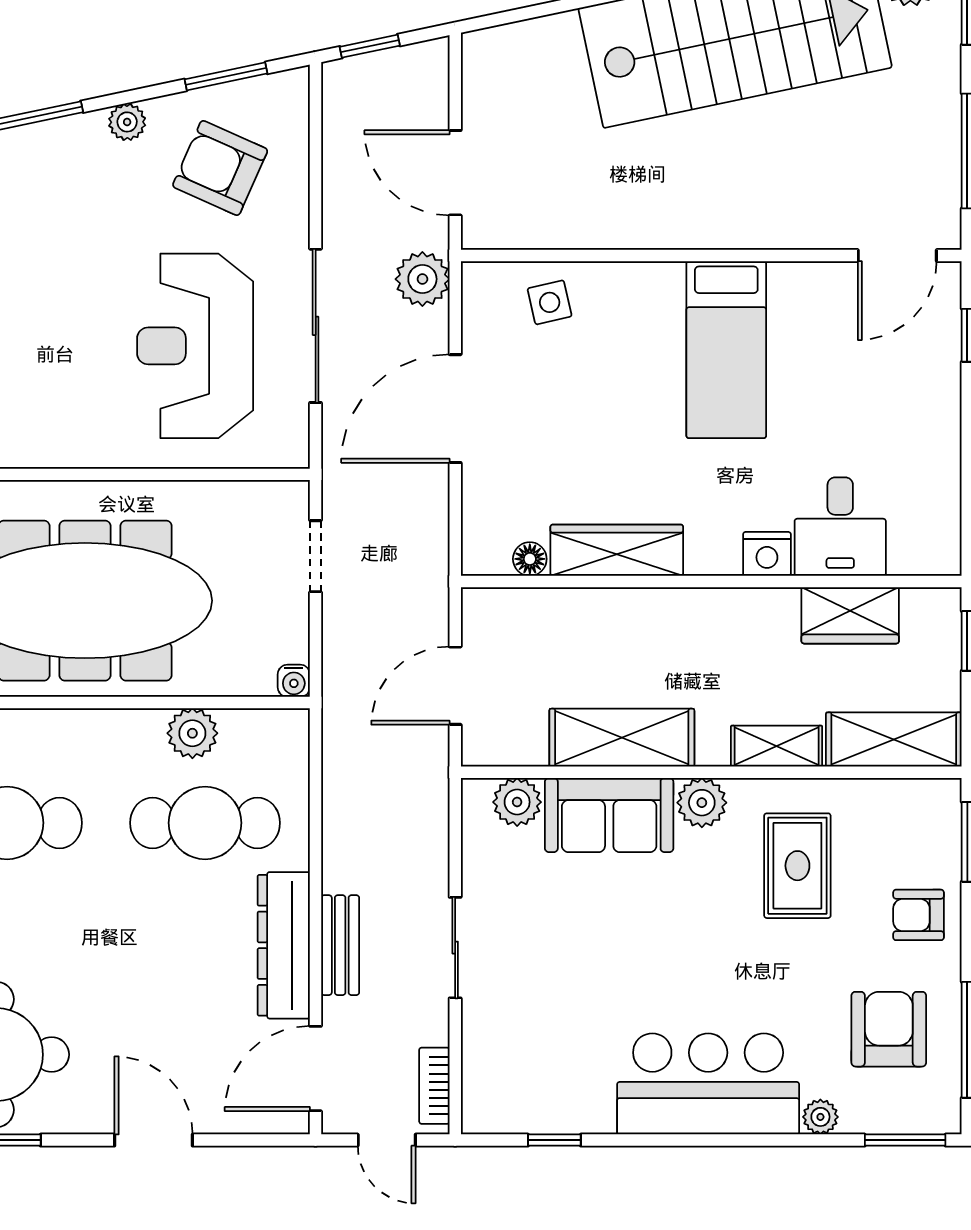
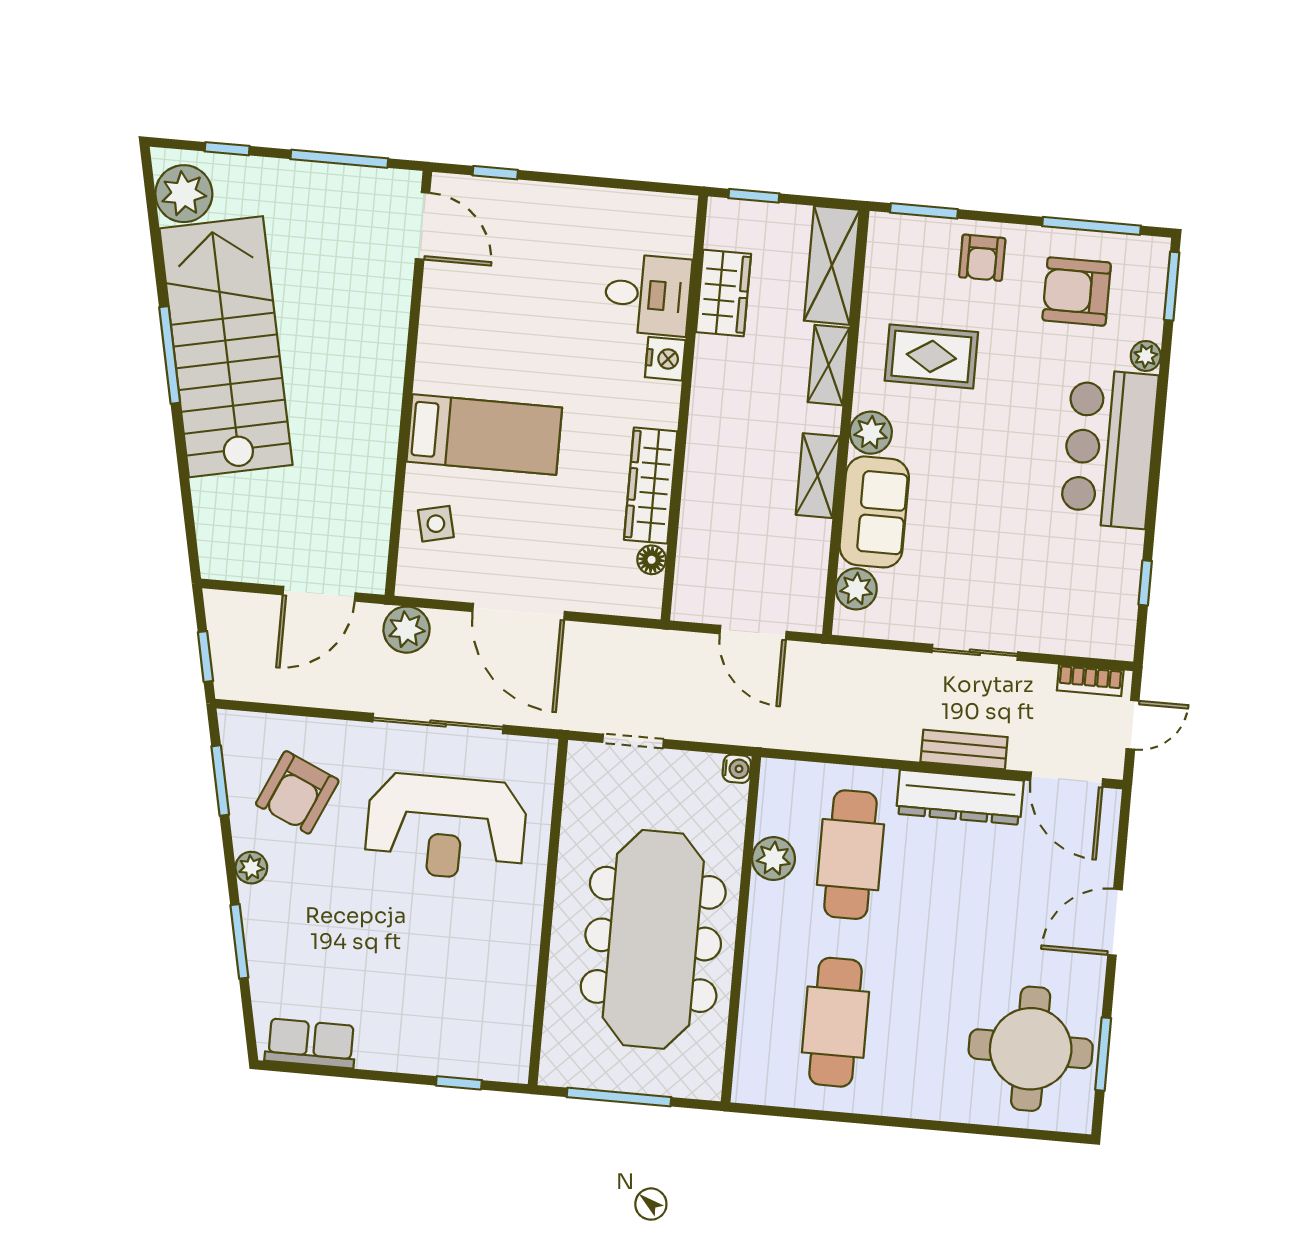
bed: (726, 350) -> (484, 435), moved
shelving: (622, 738) -> (818, 476), width x0.67, depth x0.75

